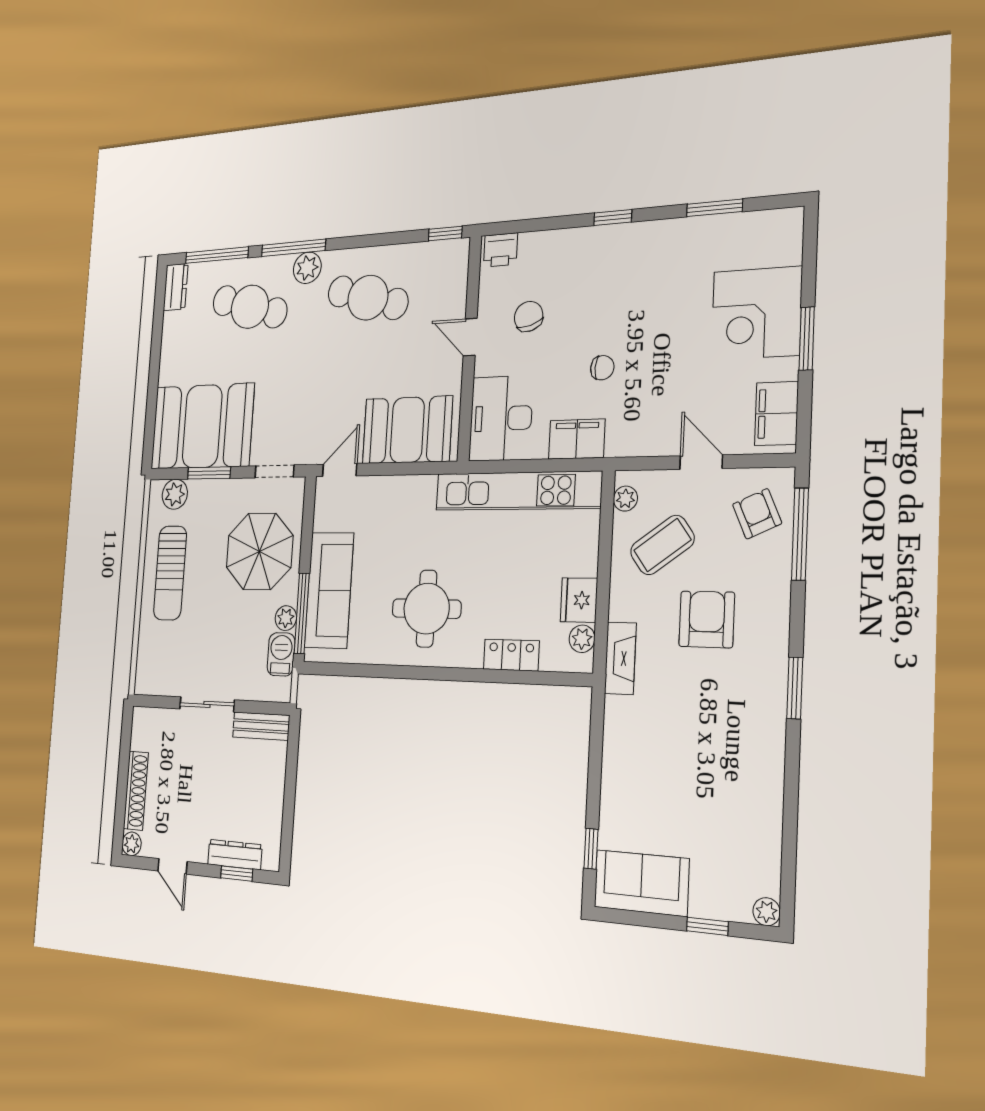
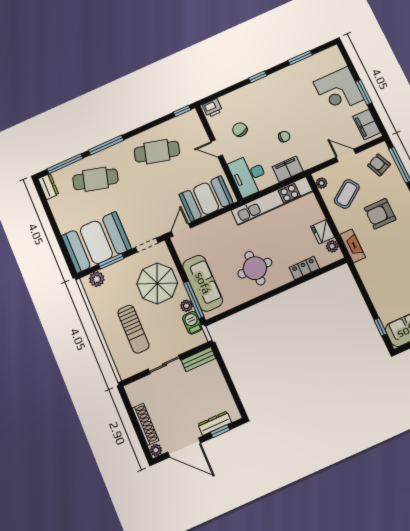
plant: (307, 268) -> (118, 151), removed
sun lounger: (170, 573) -> (133, 329), moved
armchair: (707, 619) -> (380, 214), turned -90
door: (172, 866) -> (184, 447), width x1.87

